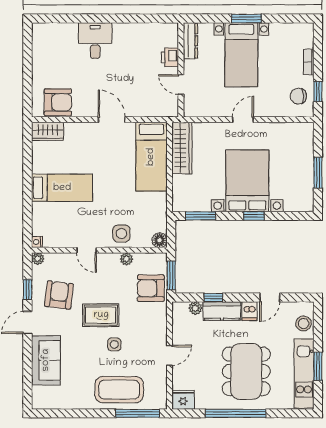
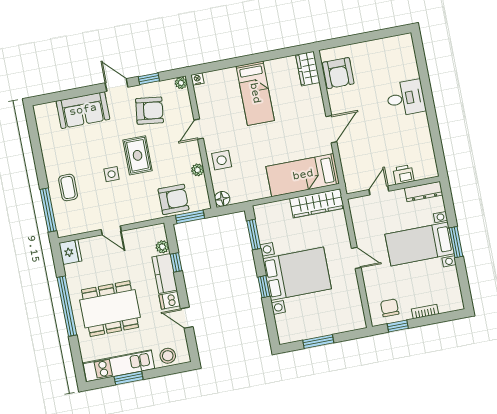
armchair: (151, 288) -> (173, 199), turned 90
coffee table: (119, 390) -> (68, 187), width x0.54, depth x0.58

